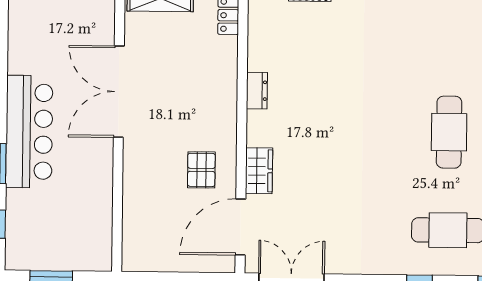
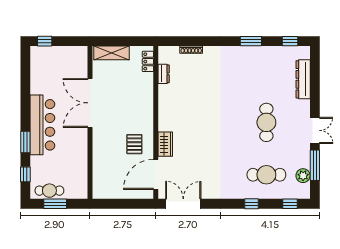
dresser: (257, 91) -> (164, 74), moved
cafe table: (41, 255) -> (49, 191), added

